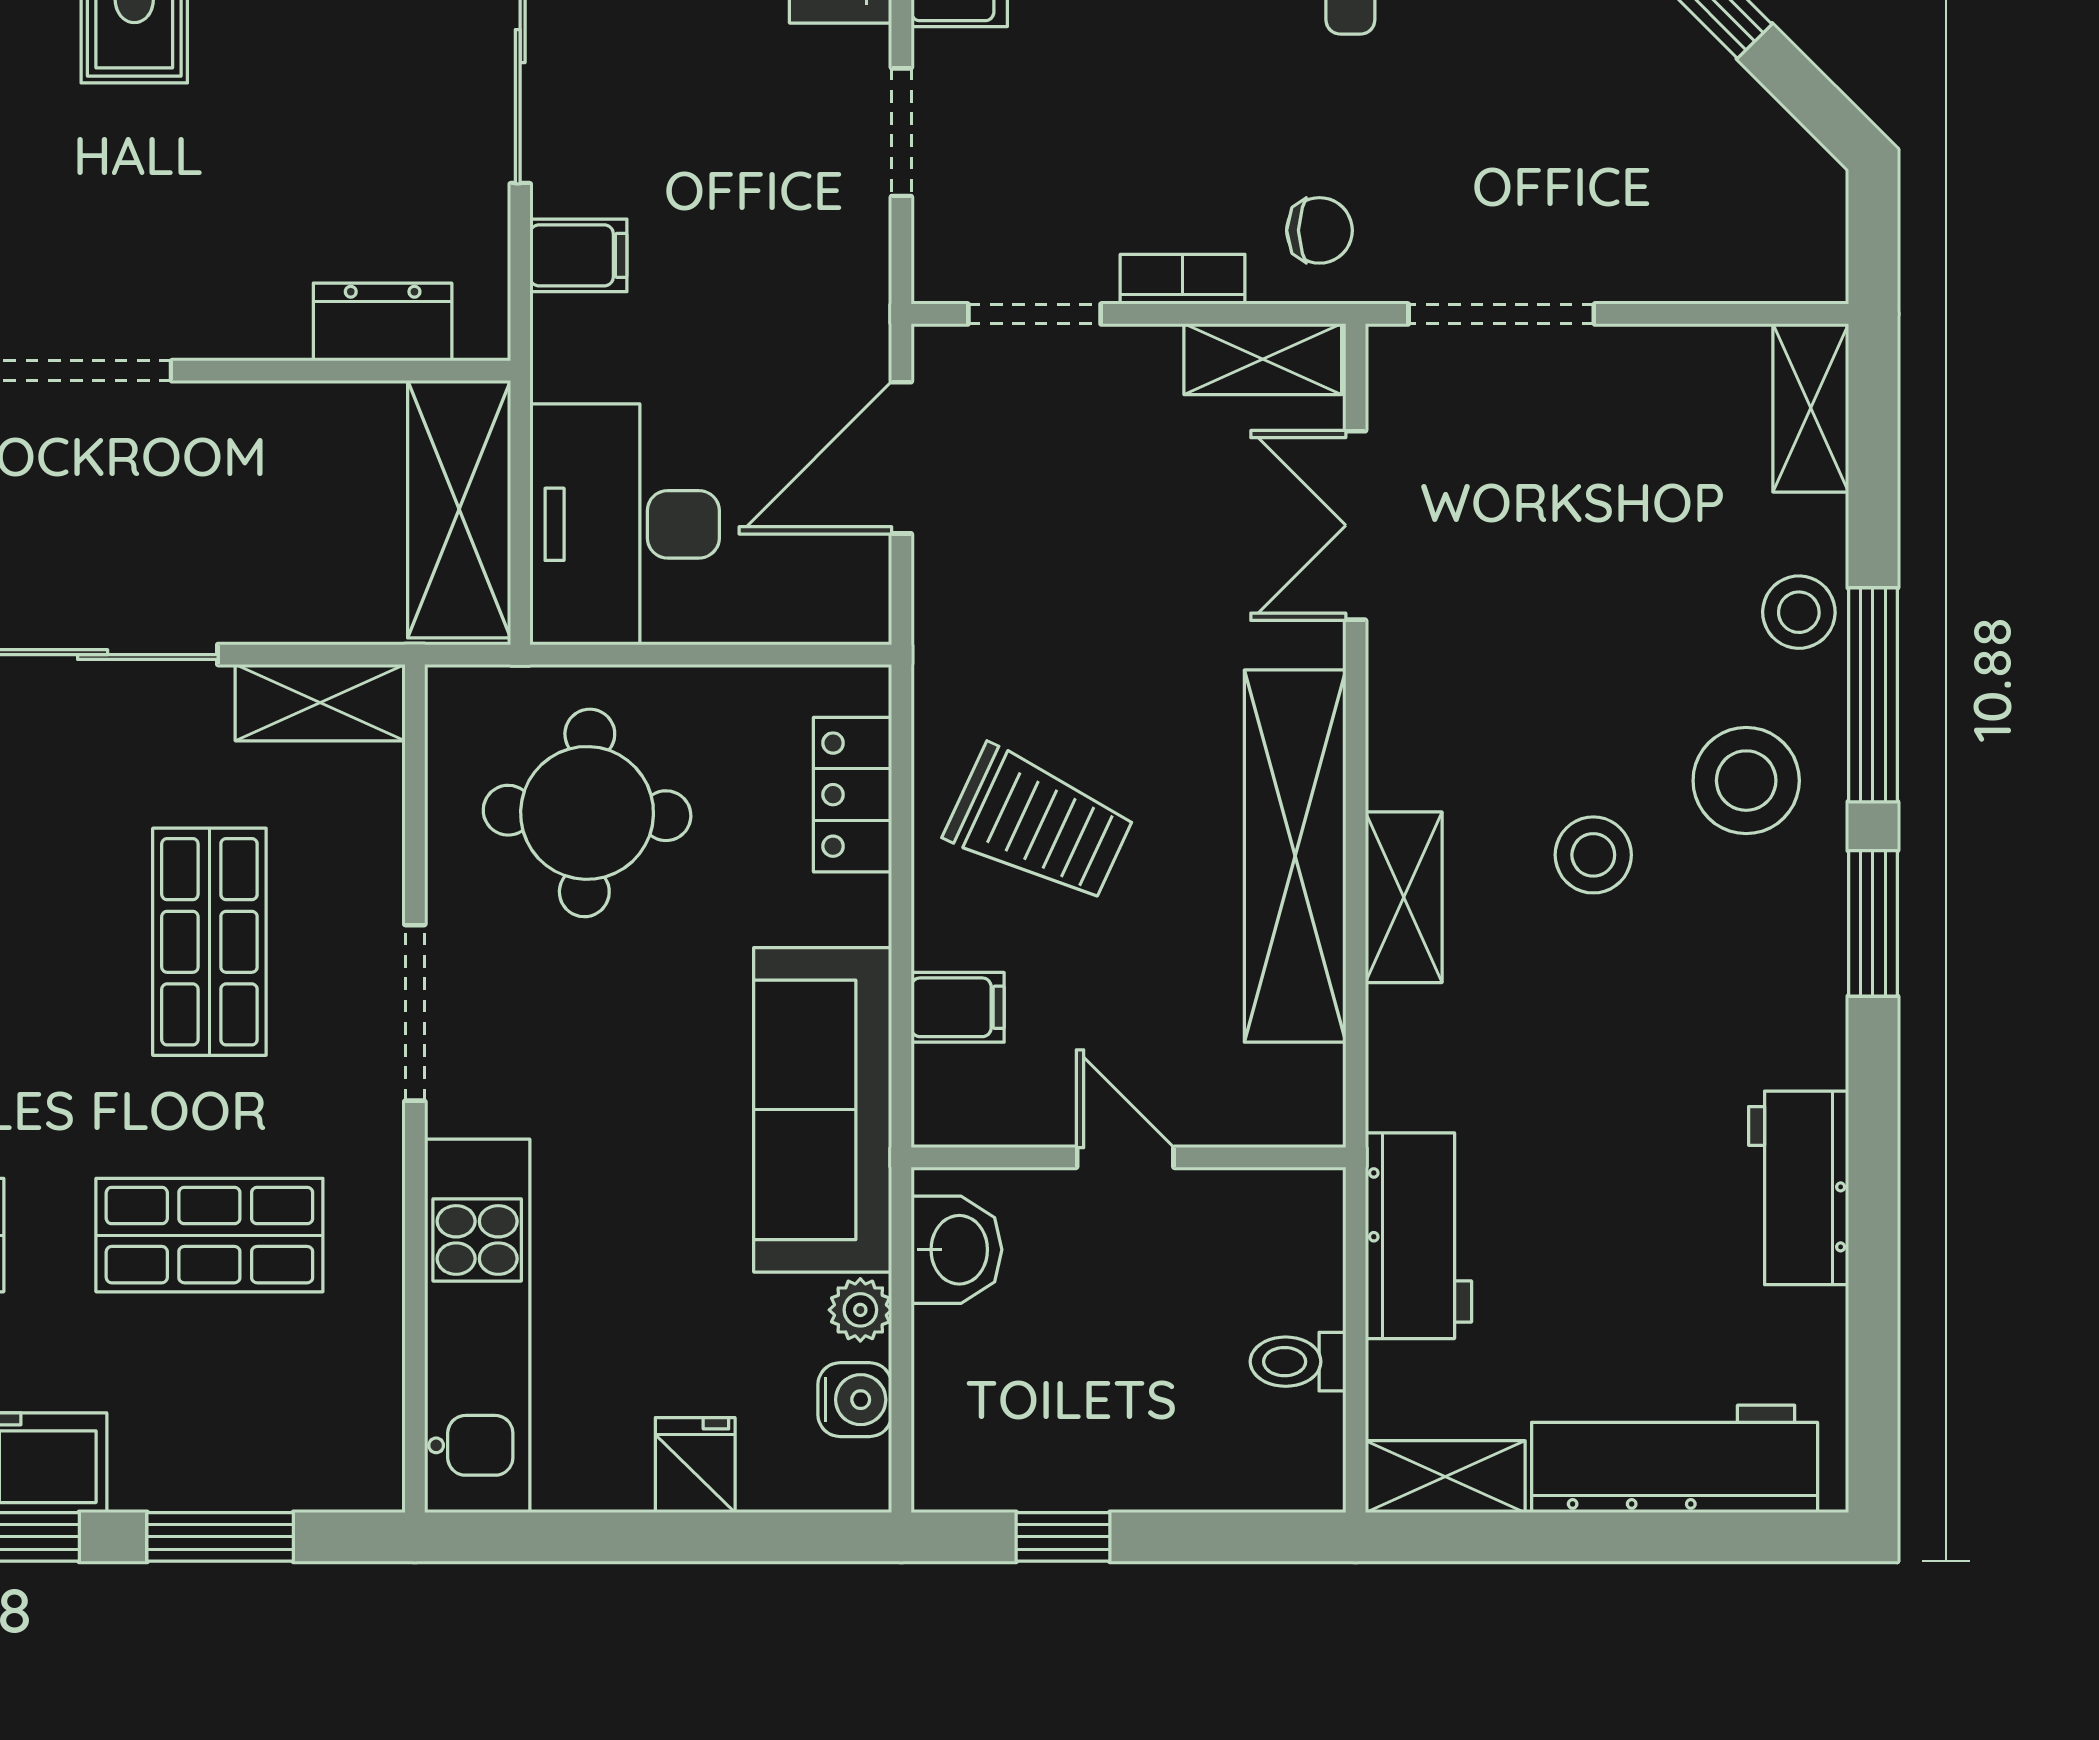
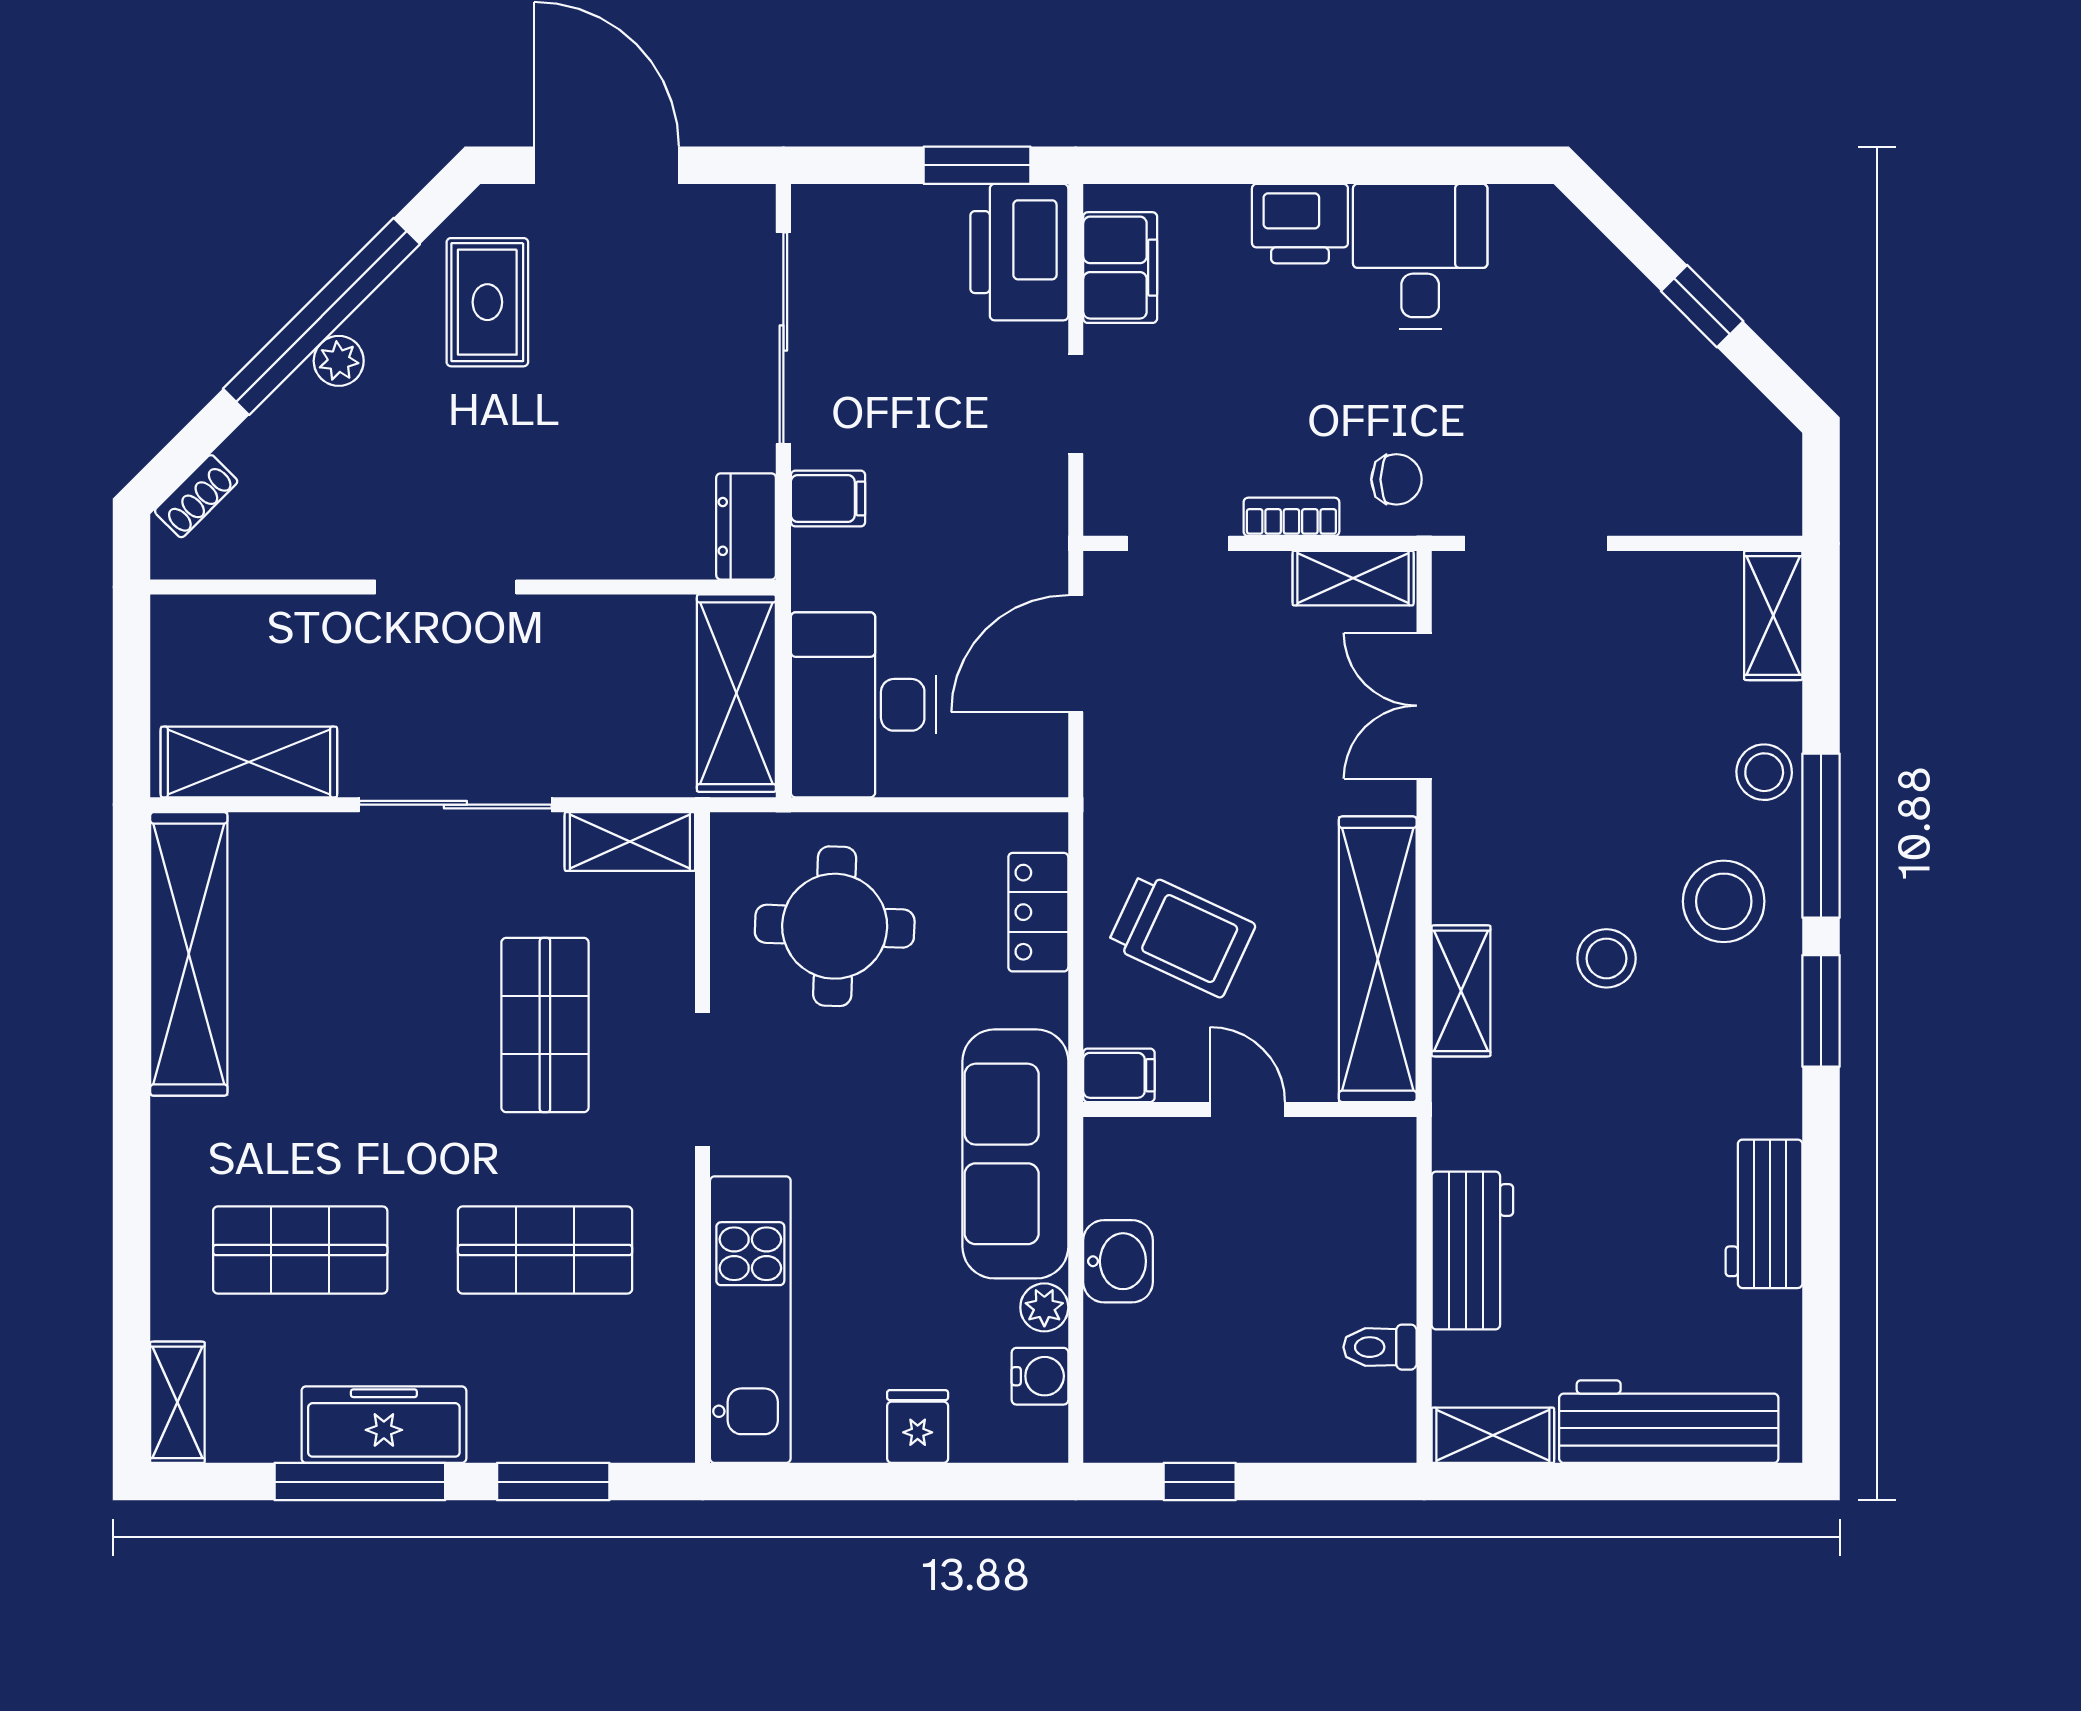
dresser: (383, 322) -> (746, 526), moved, turned -90
door: (1125, 1157) -> (1247, 1110), moved
wall: (1128, 1157) -> (1250, 1110), moved

